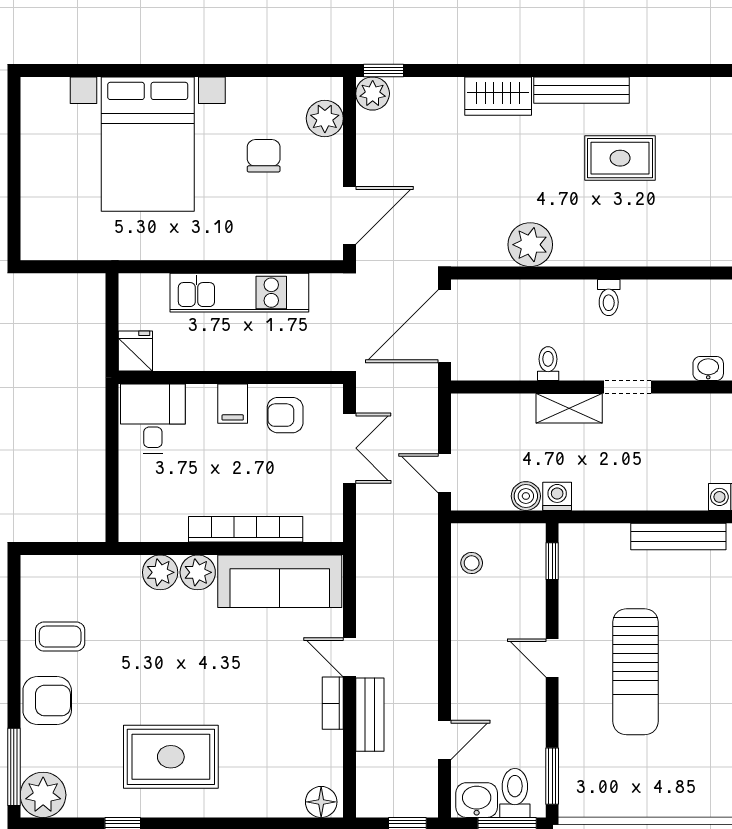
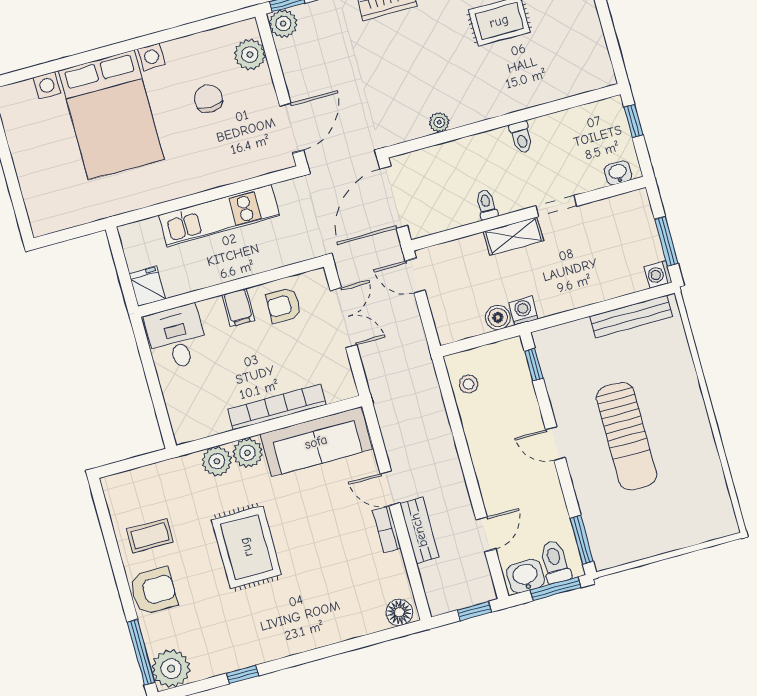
plant: (530, 245) -> (439, 122), width x0.53, depth x0.53
door: (444, 473) -> (415, 276), moved
rug: (171, 757) -> (246, 547), moved, turned 90

